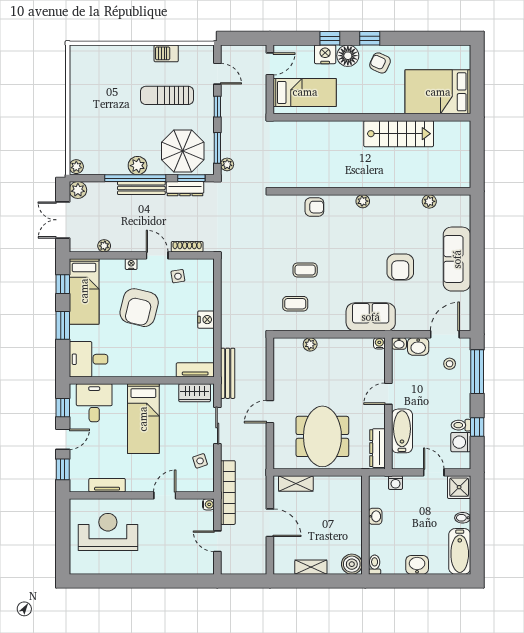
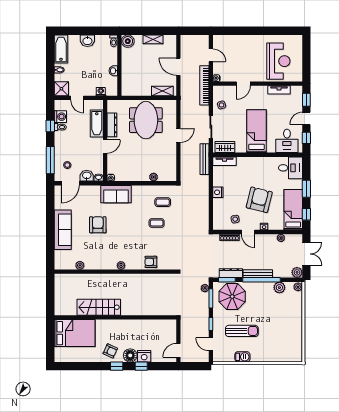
bed: (305, 92) -> (157, 333), removed
plant: (138, 166) -> (279, 288), moved
dresser: (377, 448) -> (112, 125), moved
reception desk: (108, 532) -> (278, 61), turned -90

